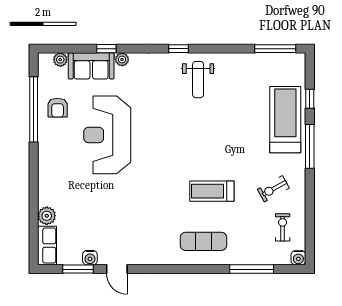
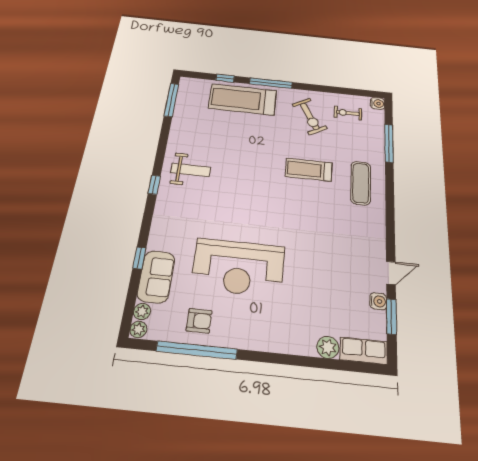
plant: (122, 59) -> (138, 329), moved
exercise bike: (273, 189) -> (310, 116), width x1.38, depth x1.39
treadmill: (212, 191) -> (309, 170), turned 90

